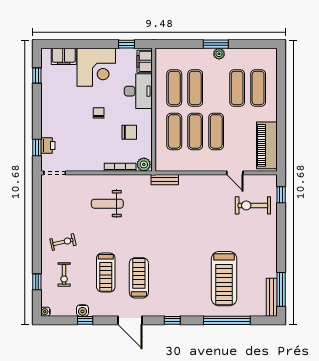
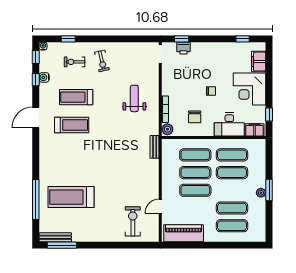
window: (281, 195) -> (142, 245), removed
window: (172, 320) -> (36, 57), moved

